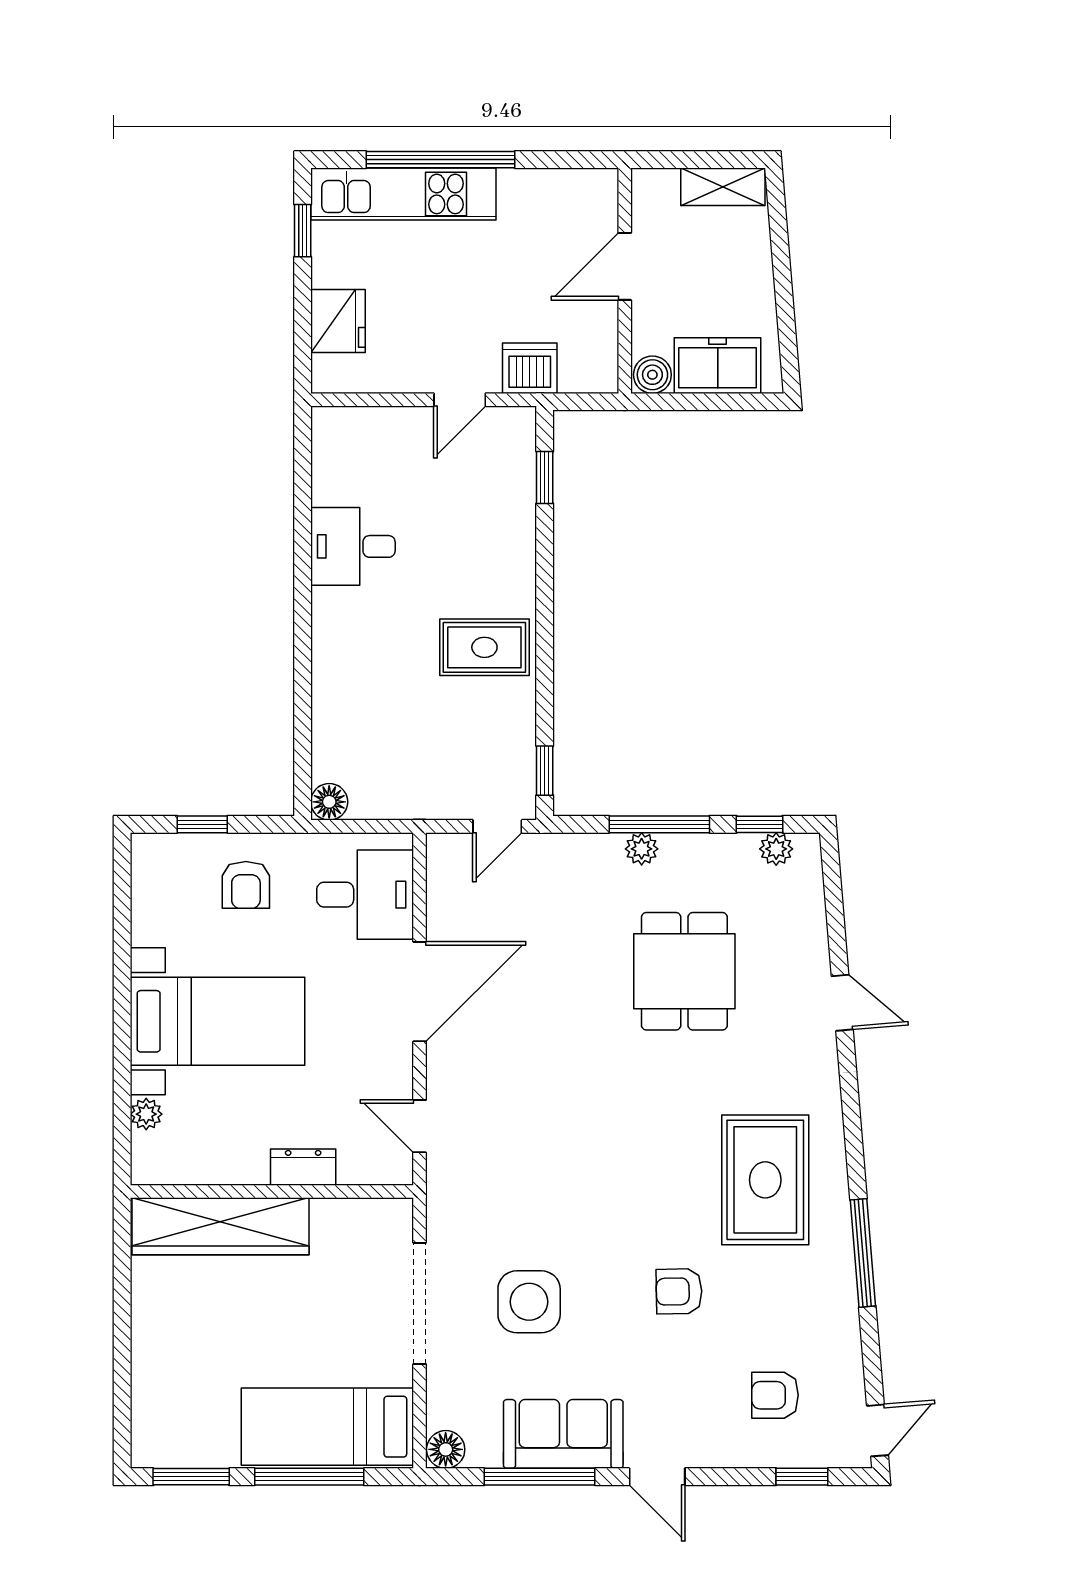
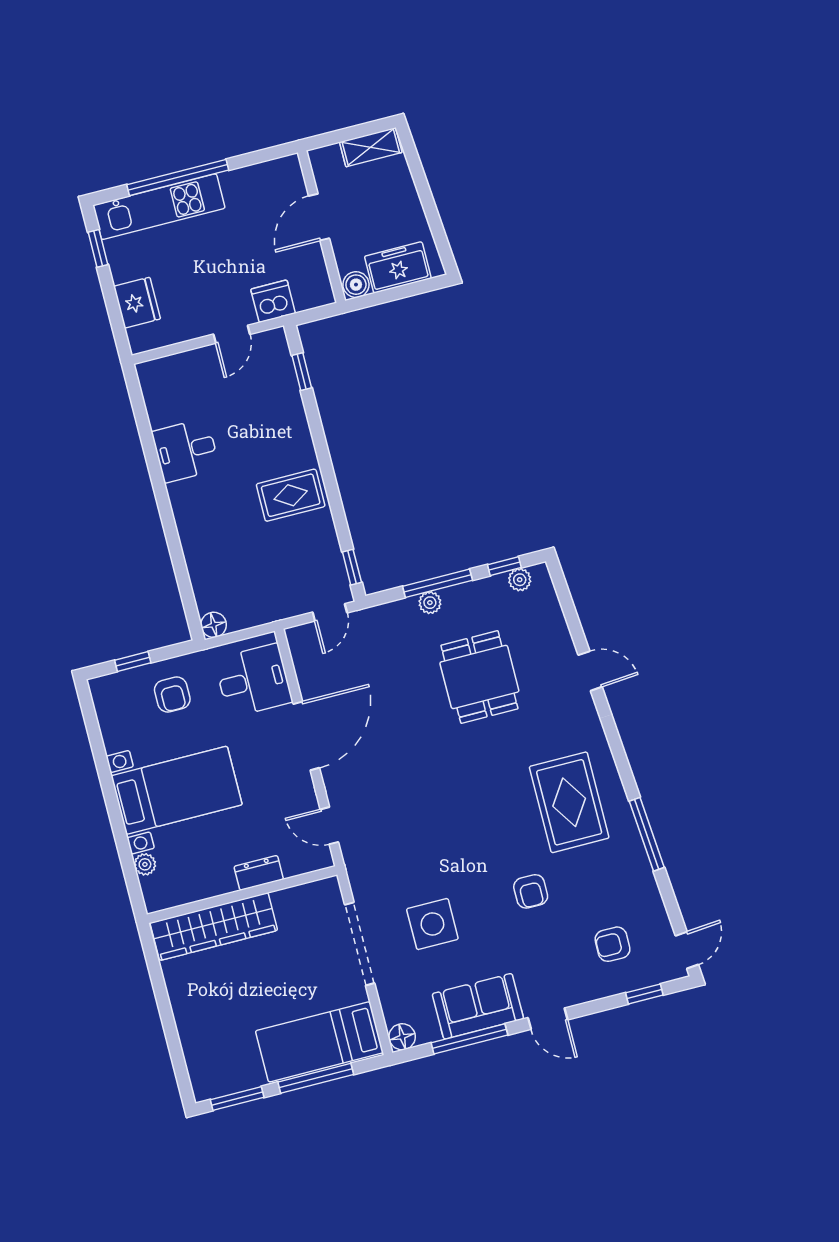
armchair: (679, 1291) -> (531, 891), turned -89

